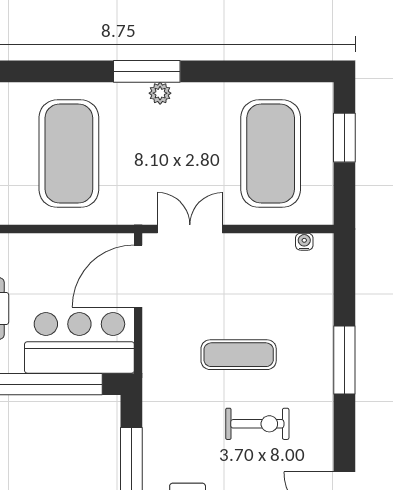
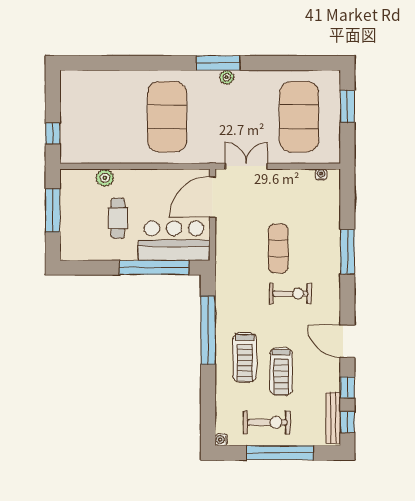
exercise mat: (239, 355) -> (278, 248), turned 90

